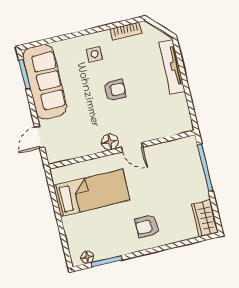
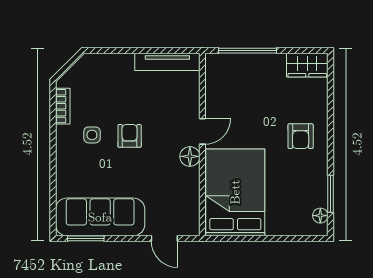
side table: (94, 54) -> (92, 135), moved
tv unit: (172, 67) -> (167, 62), moved
bed: (92, 193) -> (235, 192), width x1.50

